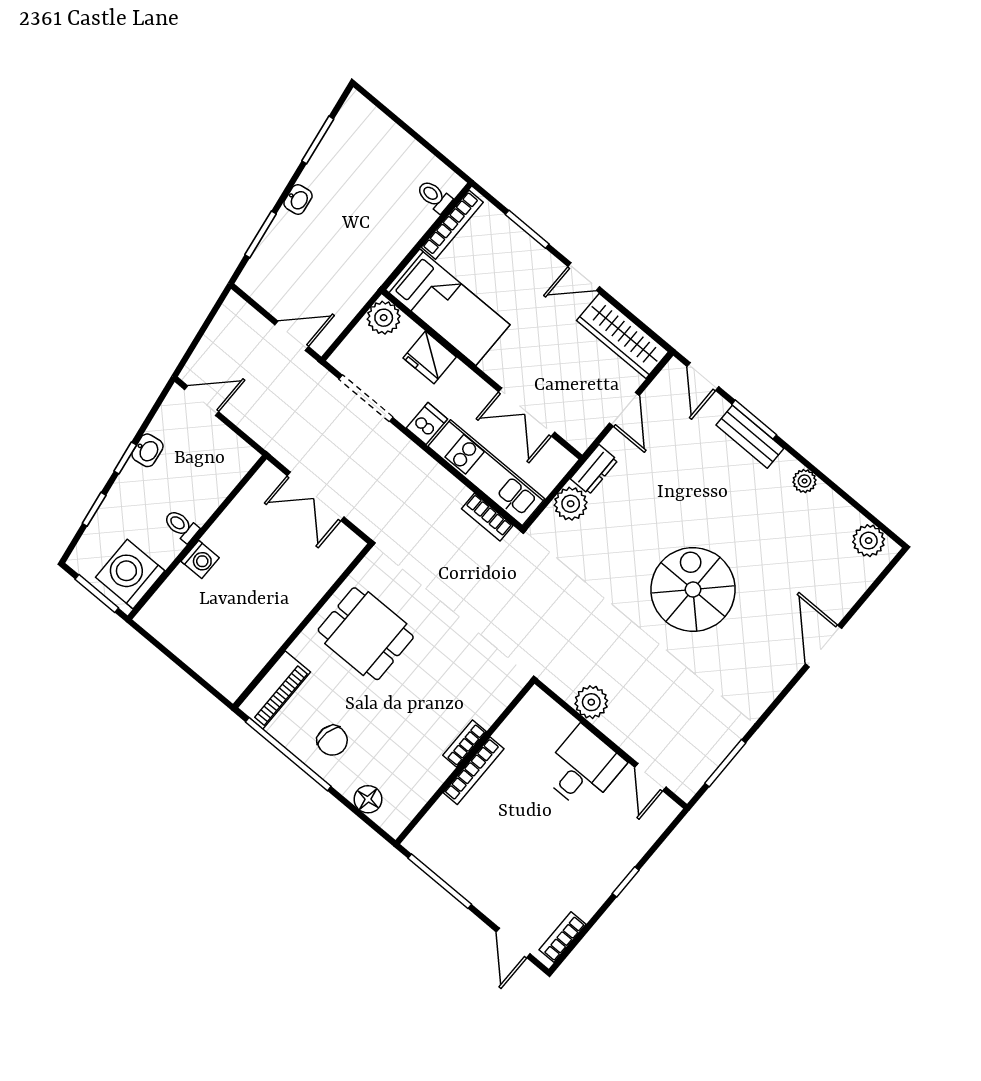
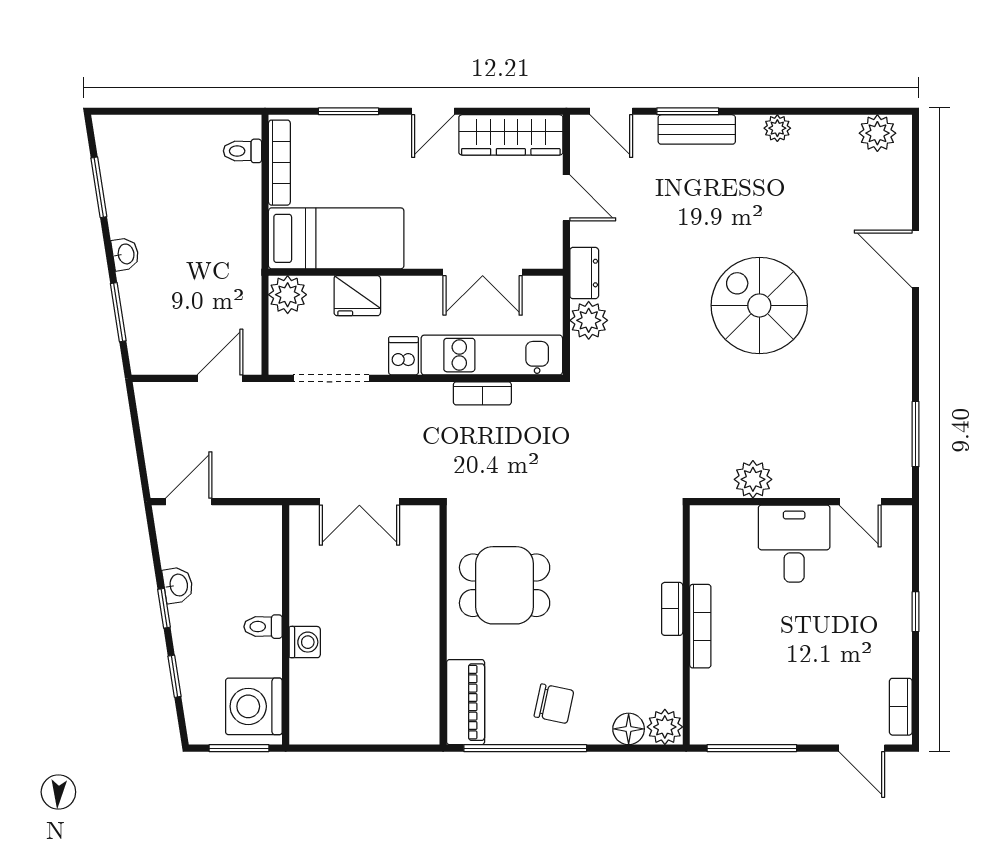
bookcase: (487, 517) -> (482, 393), moved
plant: (393, 818) -> (665, 727), added

